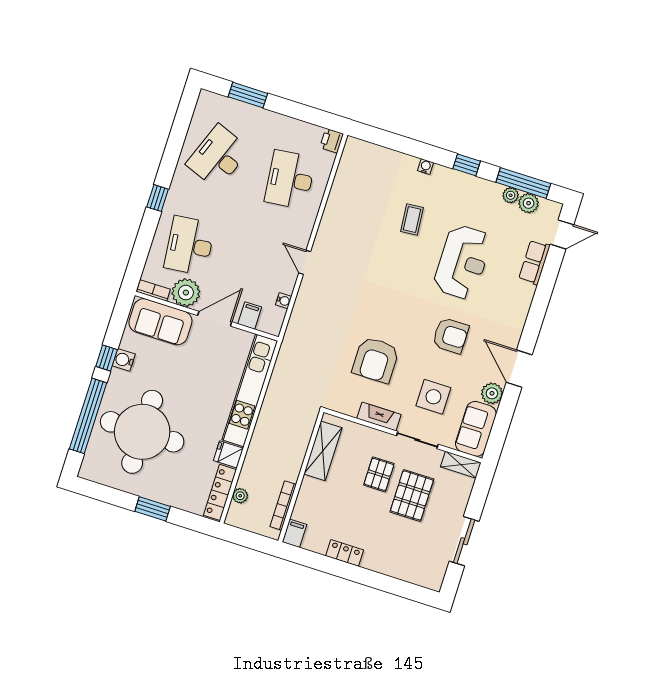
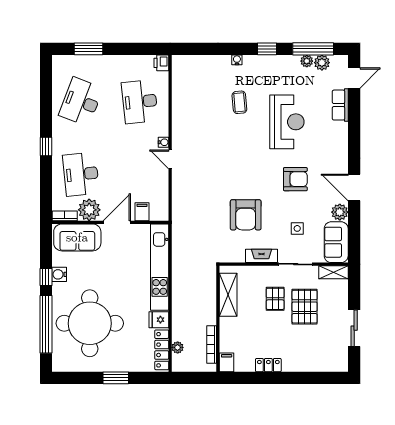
water cooler: (284, 301) -> (164, 142), moved
side table: (433, 397) -> (297, 228), width x0.54, depth x0.54

